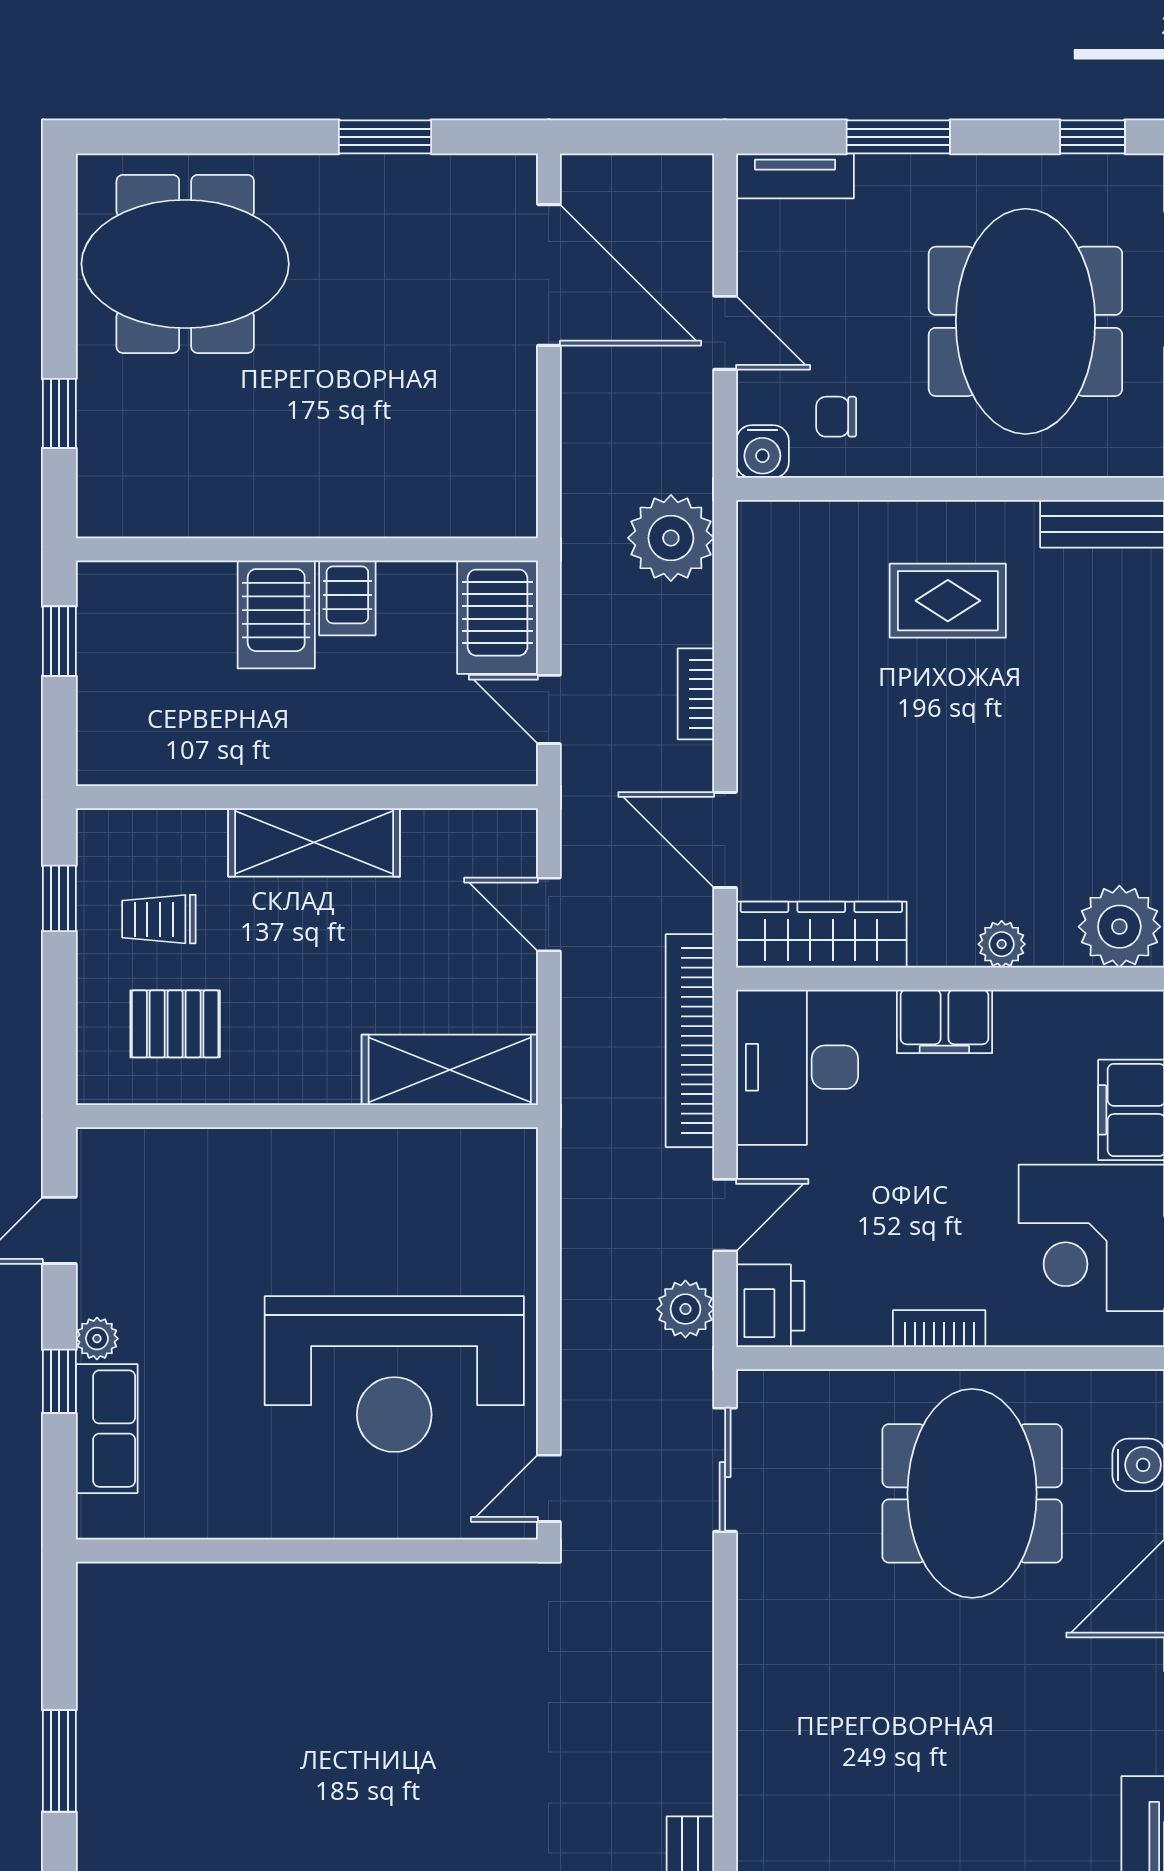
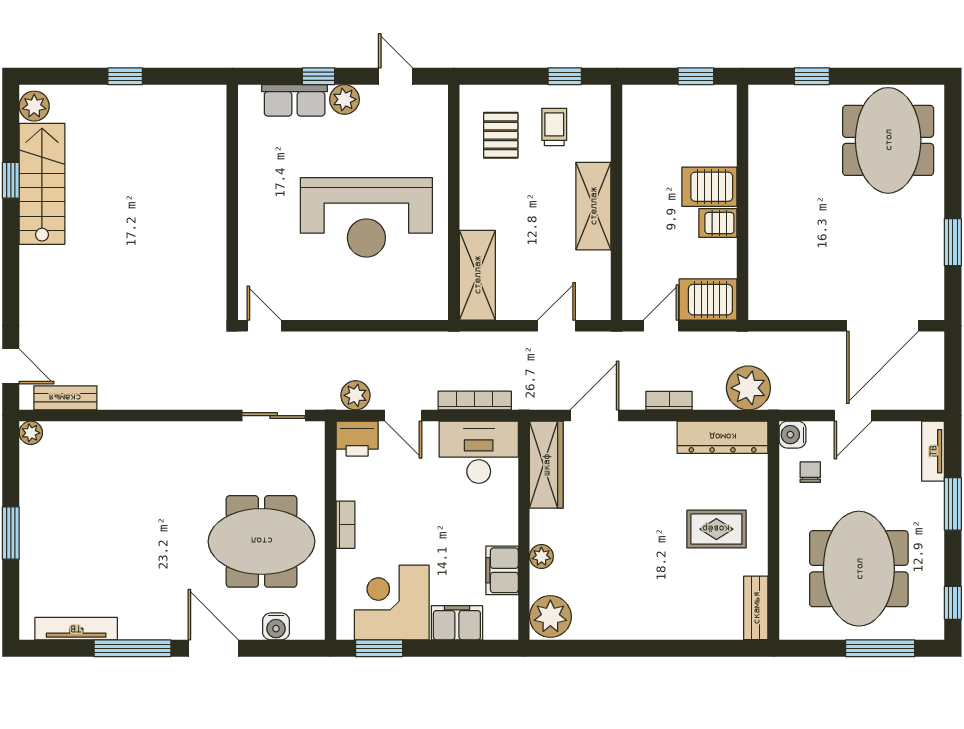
meeting table: (1025, 321) -> (859, 569), turned 90
dresser: (768, 589) -> (723, 437), added
rug: (948, 601) -> (716, 529), turned 90
filing cabinet: (944, 1021) -> (502, 570), moved
bookcase: (690, 1041) -> (475, 401), width x0.68, depth x0.76
plant: (97, 1339) -> (344, 99), width x1.38, depth x1.38
reception desk: (394, 1374) -> (366, 217), moved, turned -90
window: (59, 1761) -> (125, 76), width x0.67

